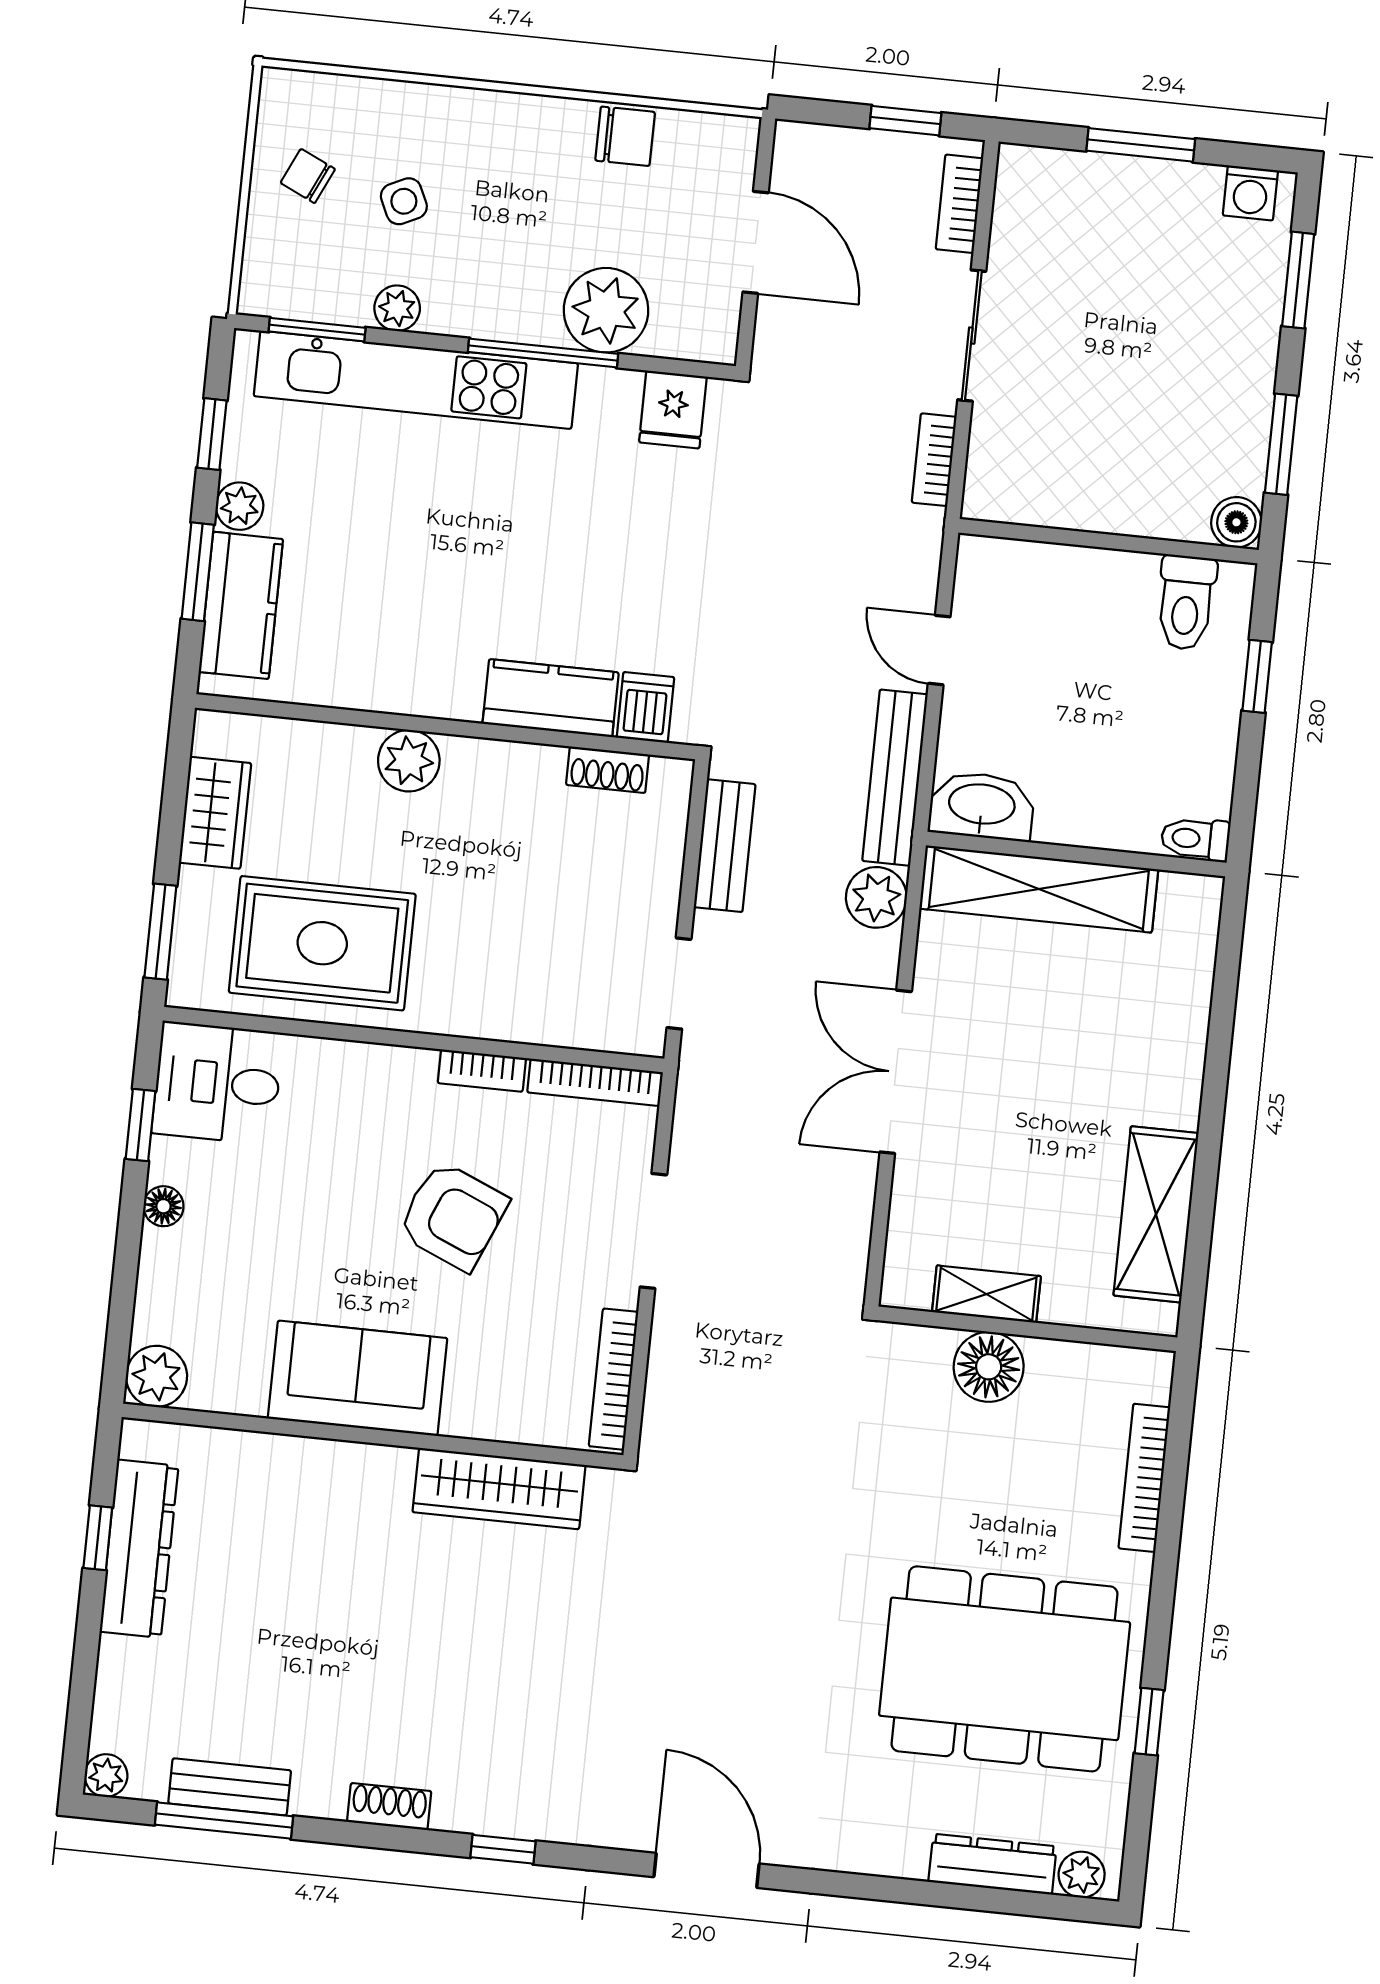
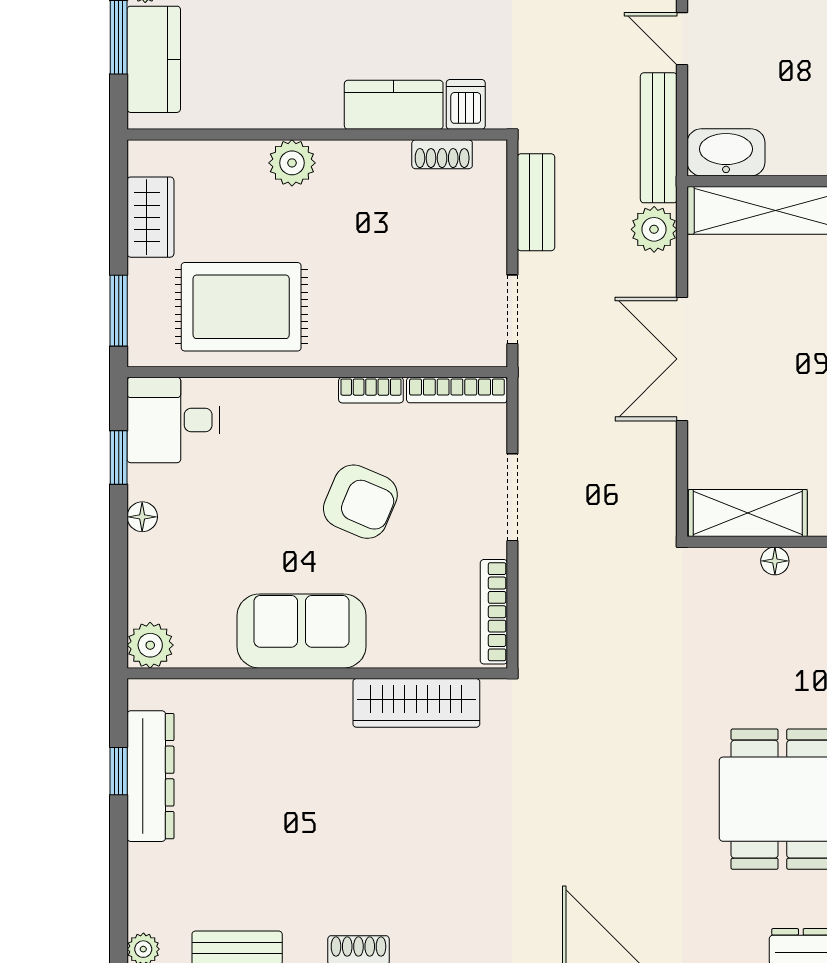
shelving: (986, 1294) -> (748, 513), width x1.50, depth x1.33
floor lamp: (989, 1367) -> (775, 561), width x0.53, depth x0.53

